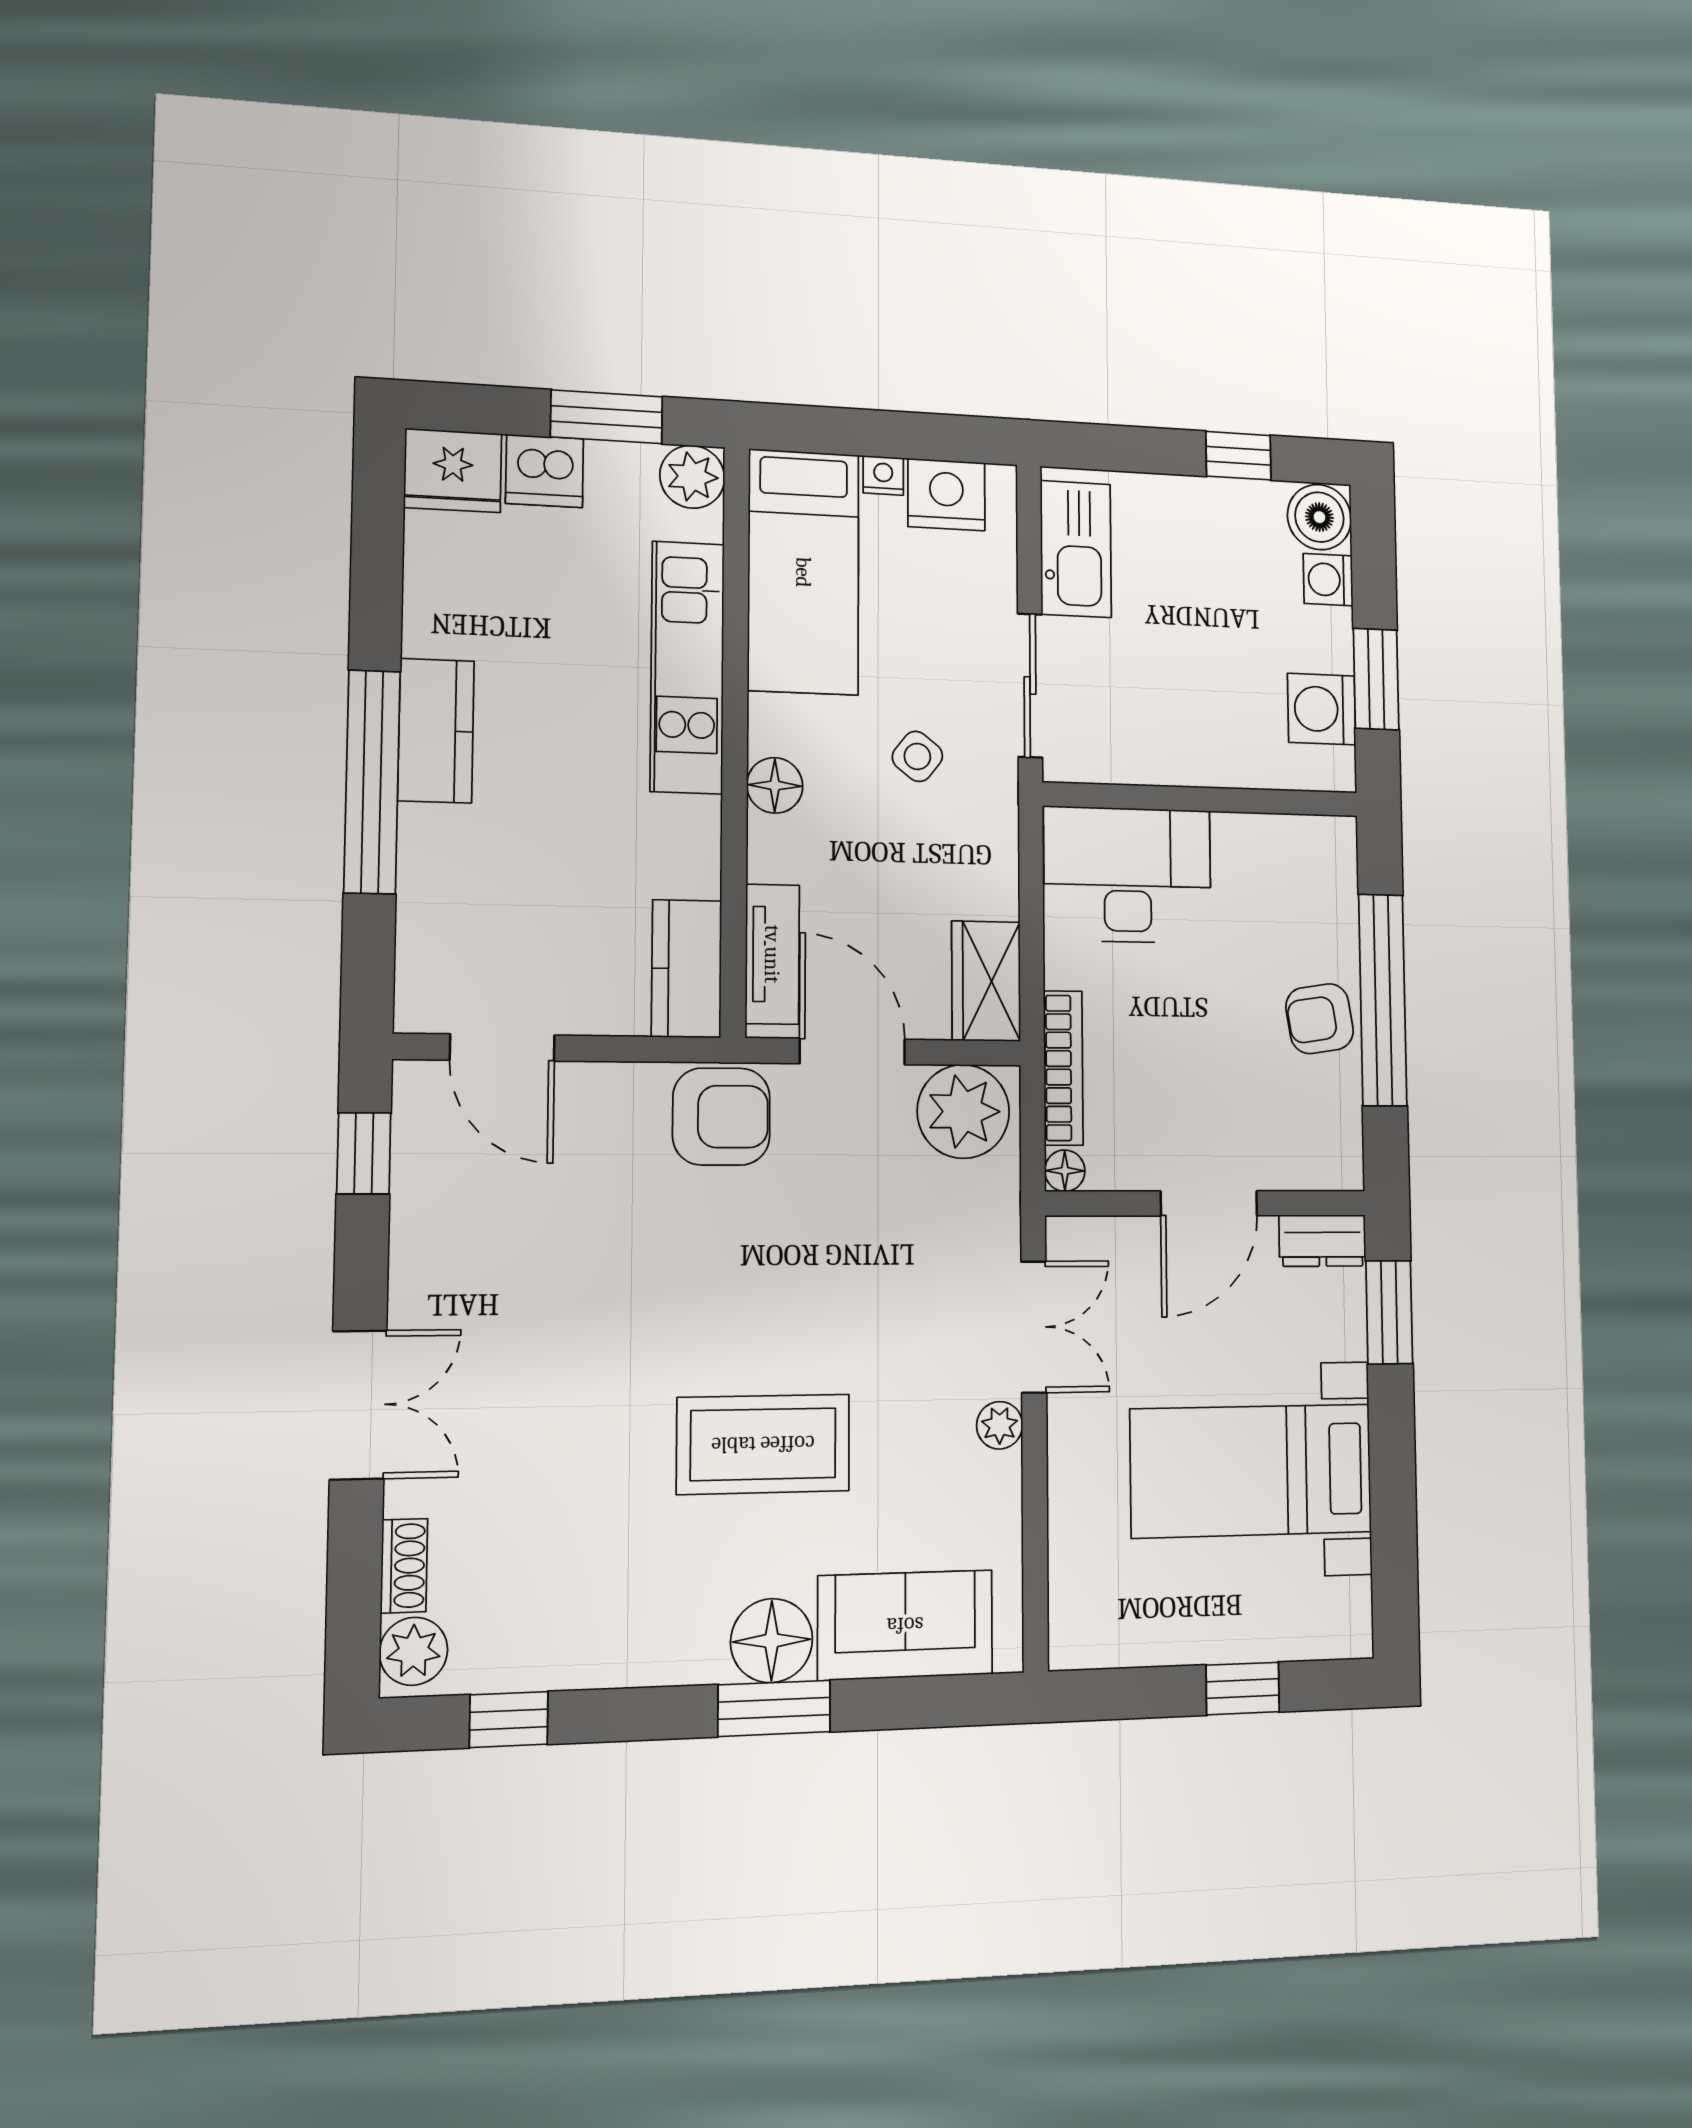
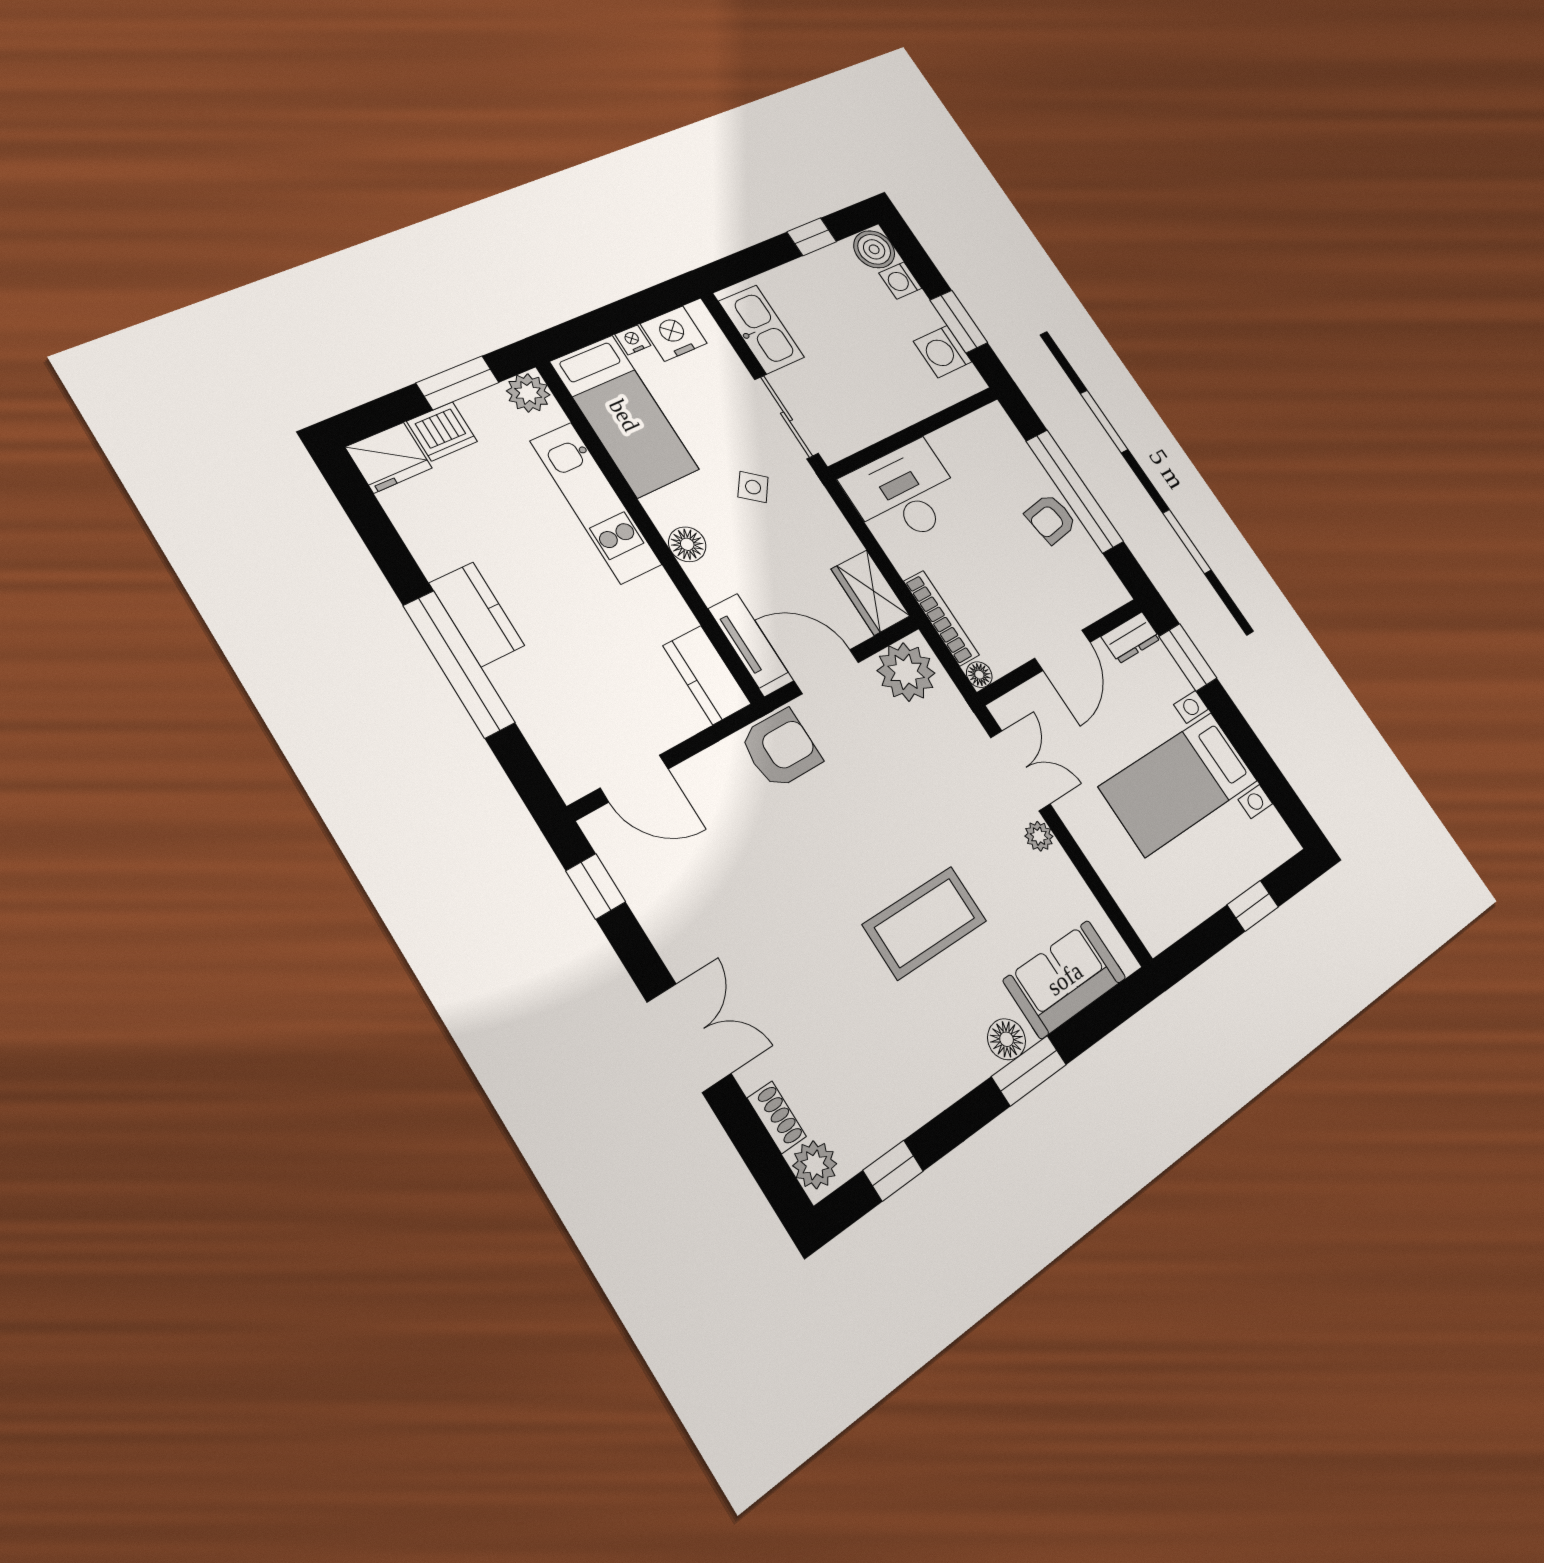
floor lamp: (772, 1641) -> (1007, 1039), width x0.73, depth x0.73

